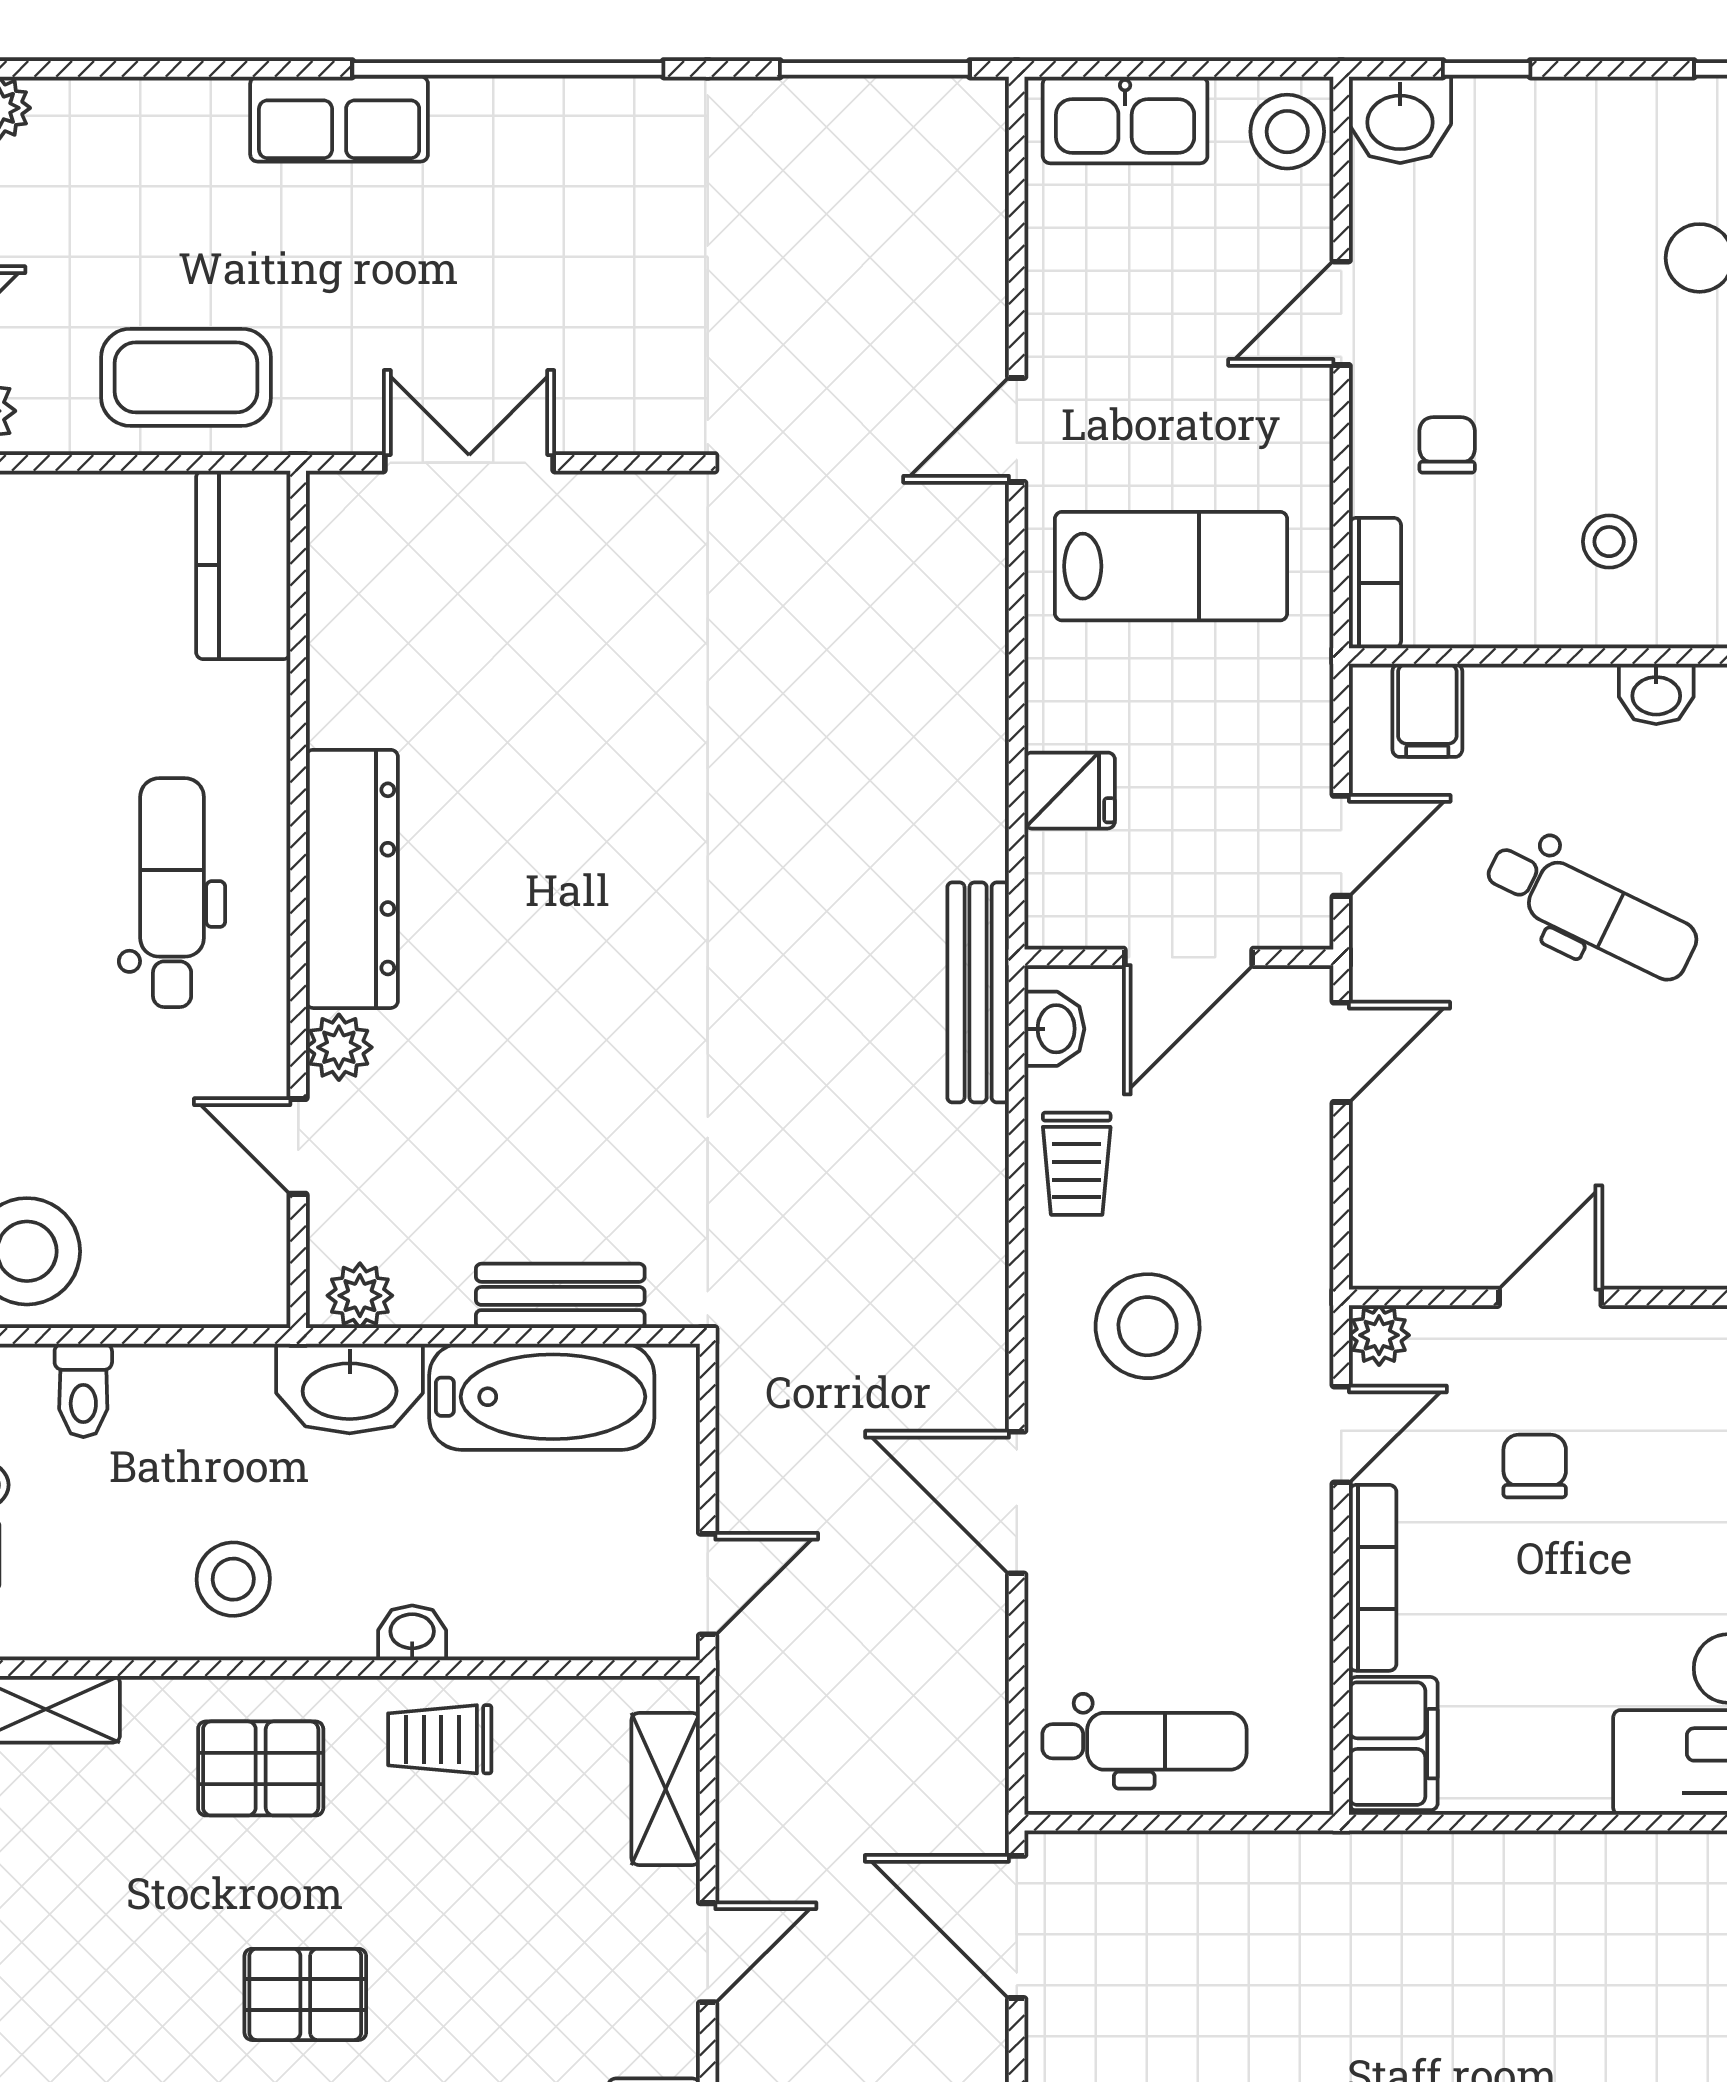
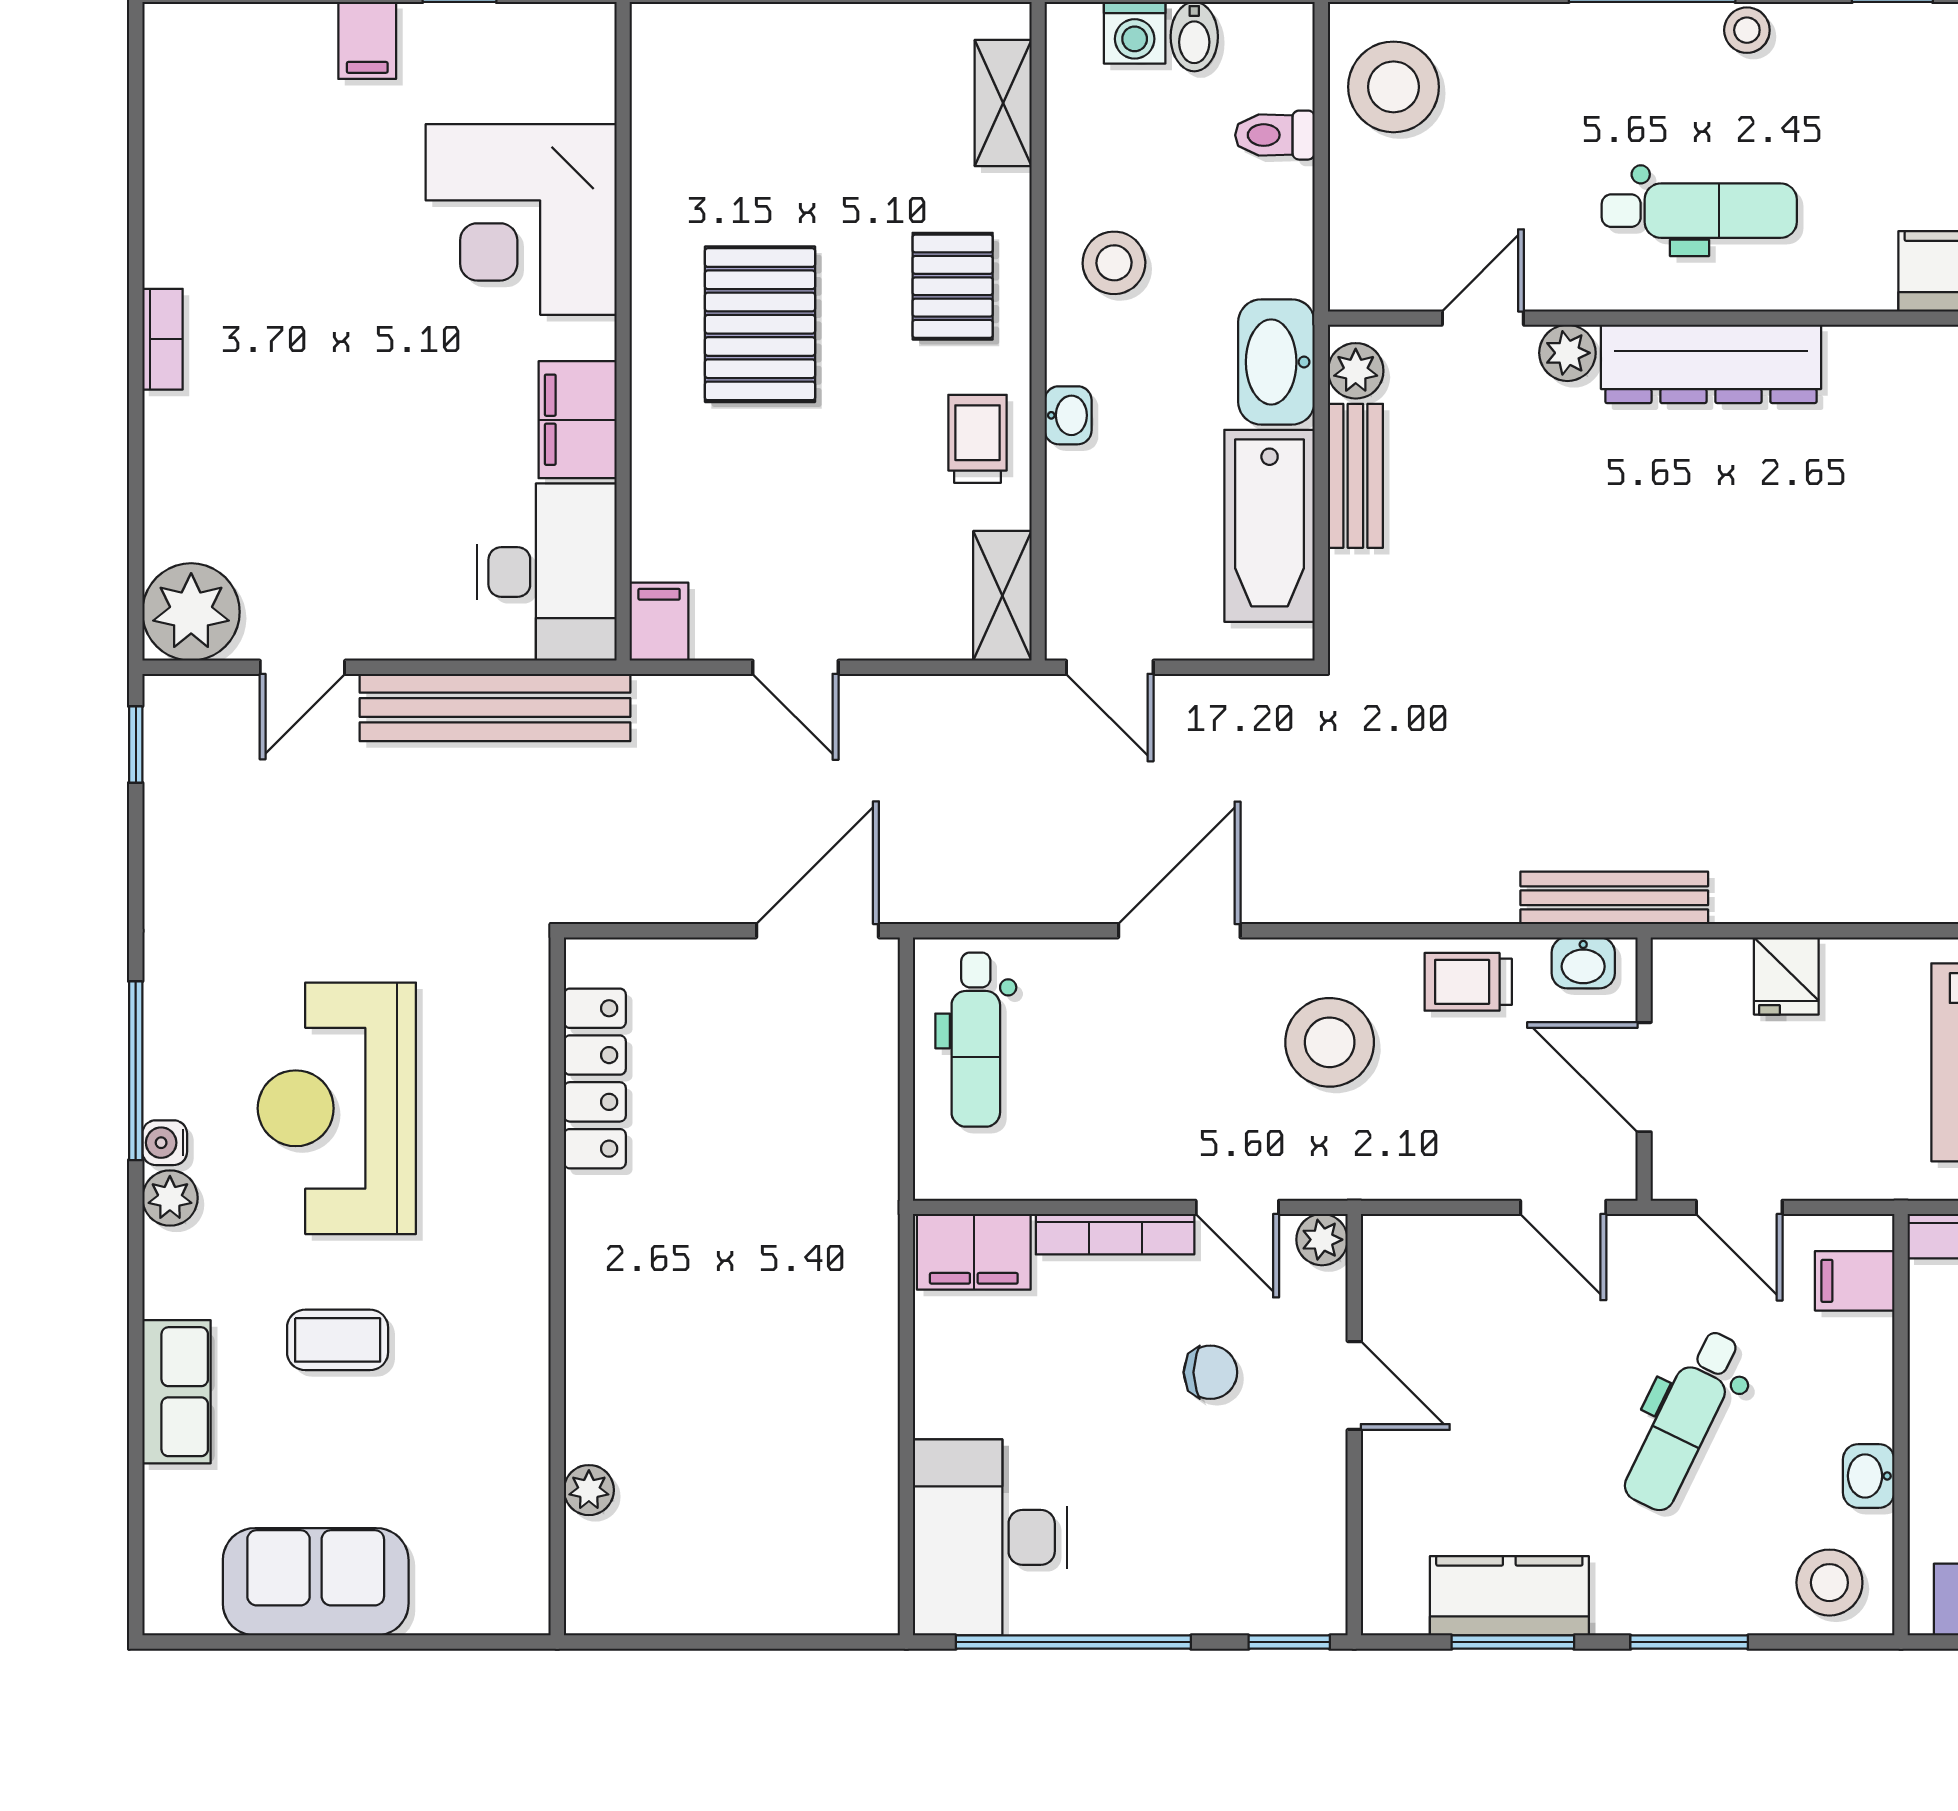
bench: (560, 1296) -> (1355, 476), moved
shelving: (666, 1789) -> (1002, 596), moved, turned 90
pallet: (305, 1994) -> (760, 324), width x1.50, depth x1.42

